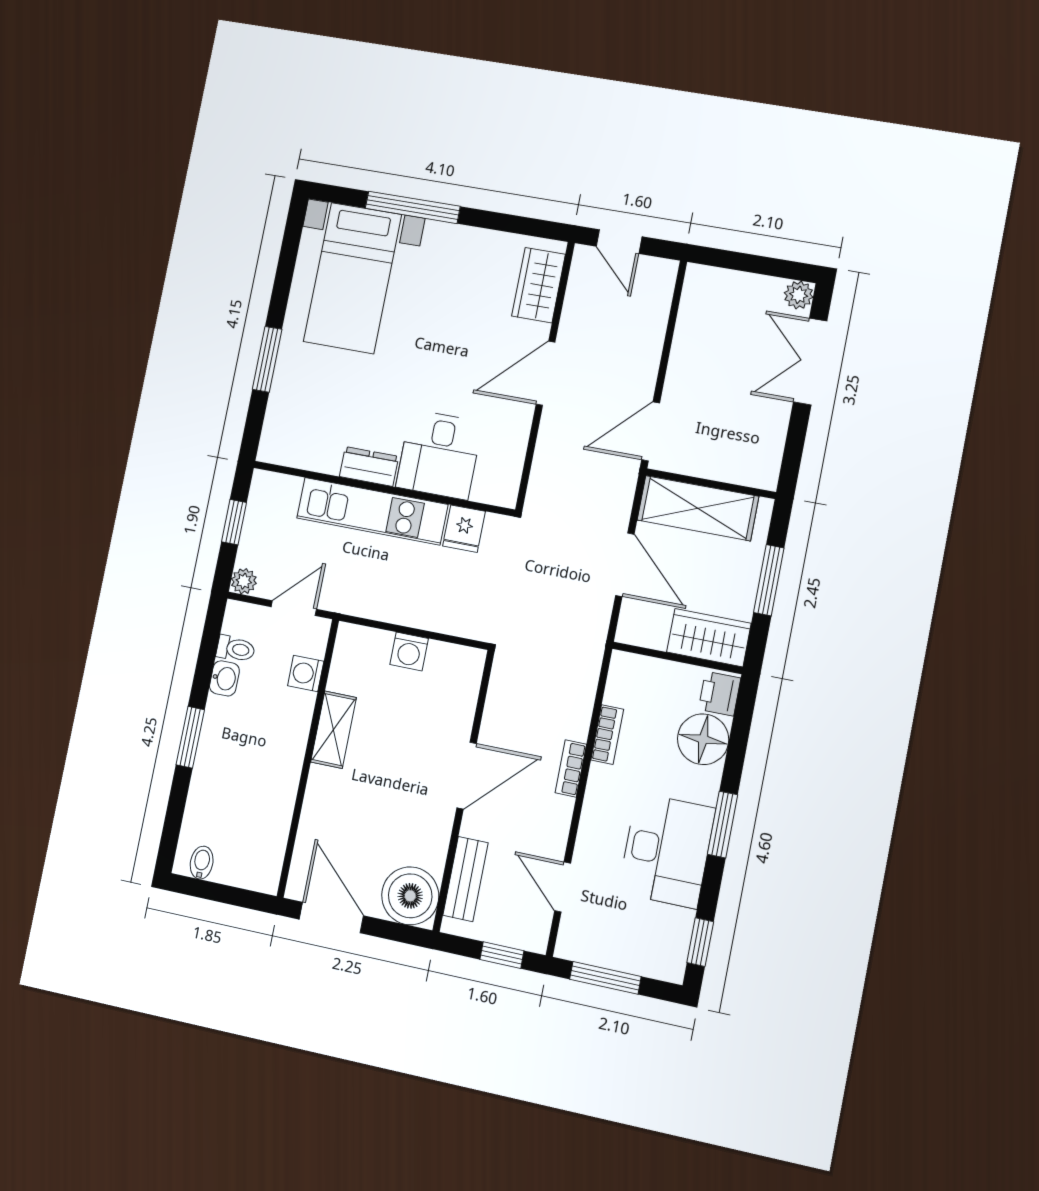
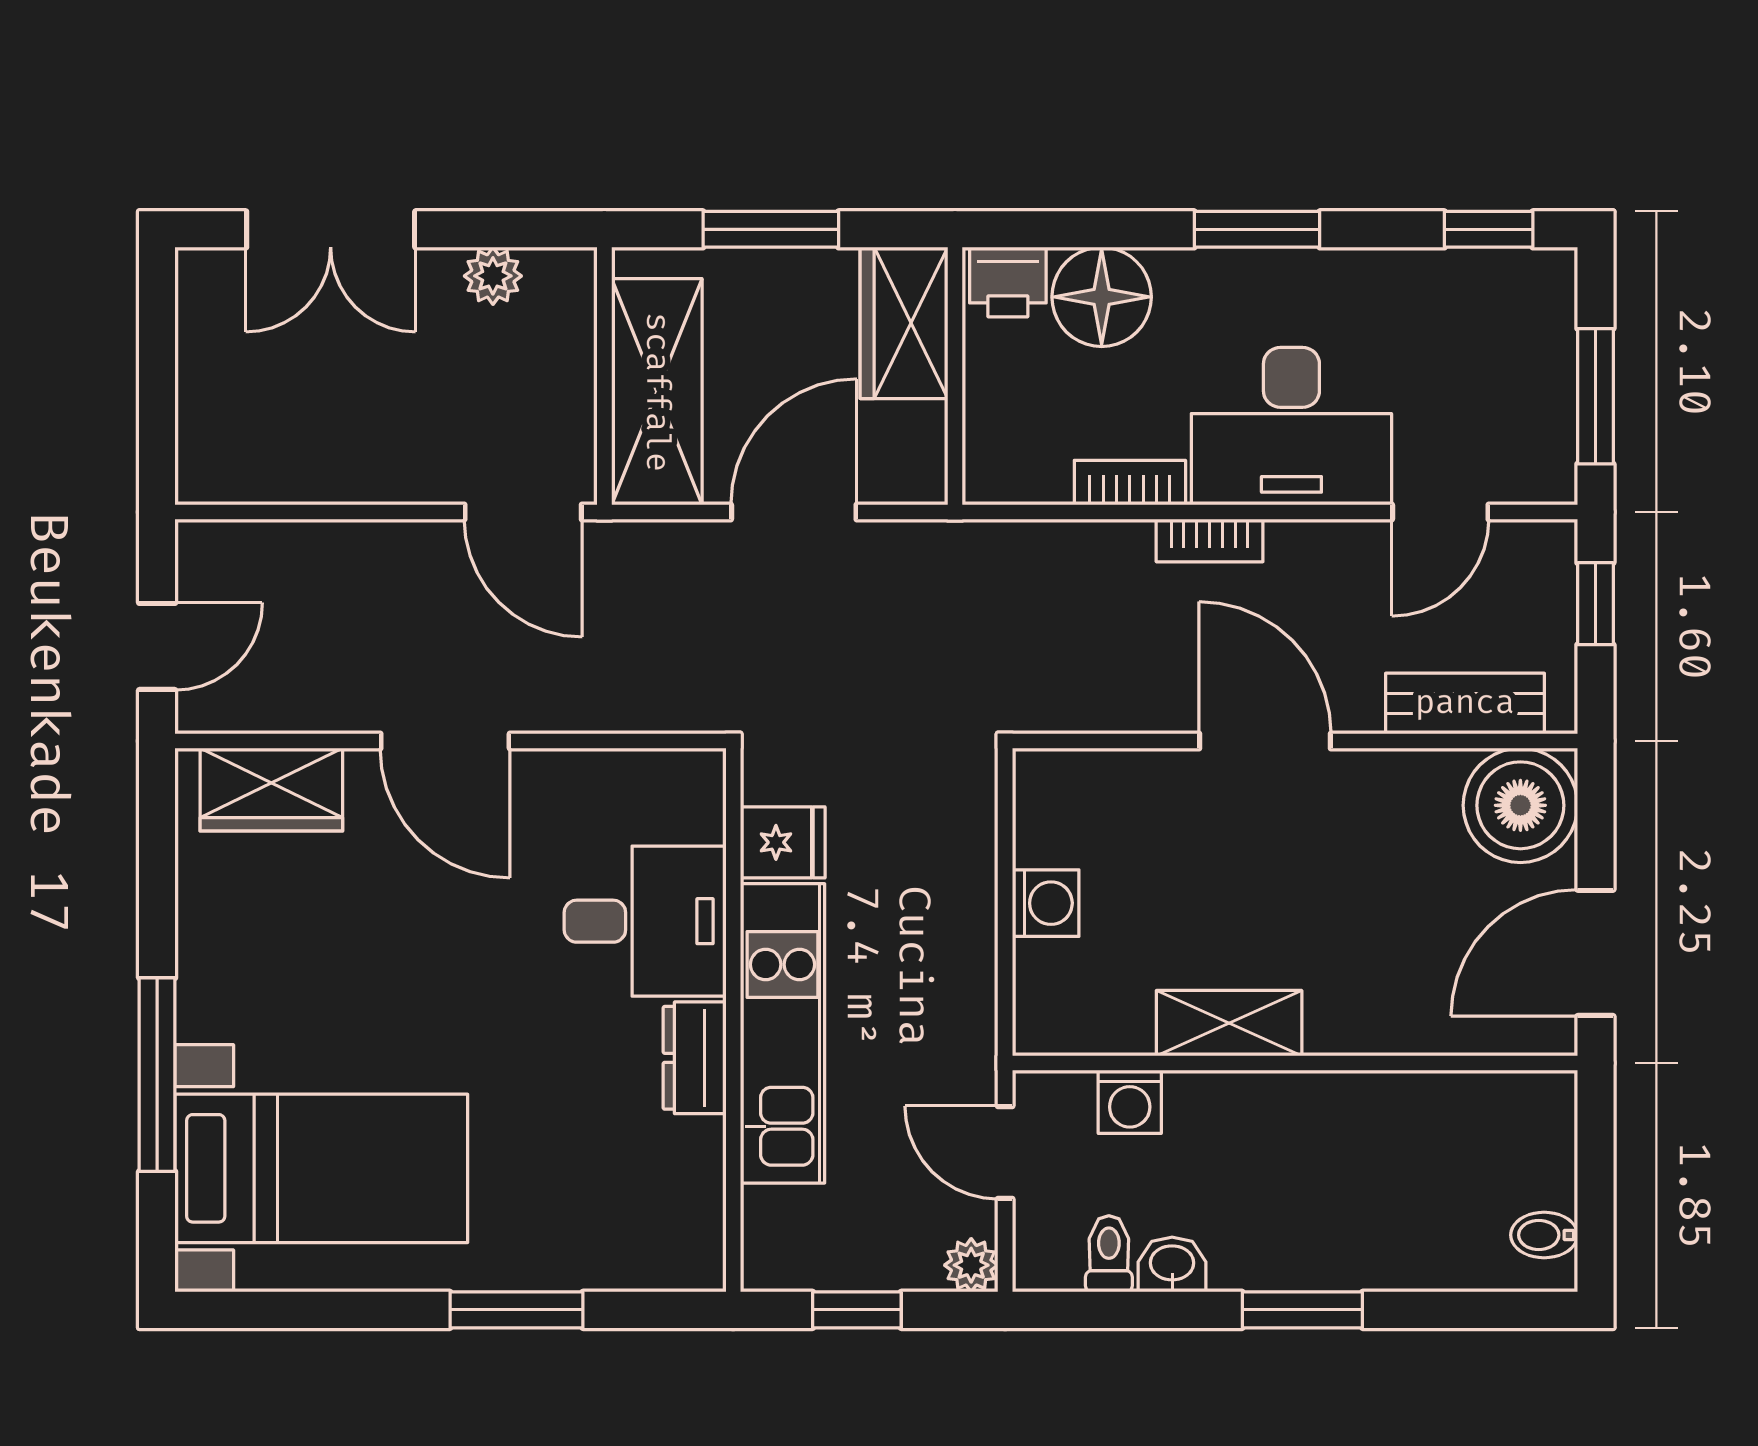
plant: (799, 295) -> (493, 276), moved
desk: (667, 850) -> (1291, 426), moved, turned 180

